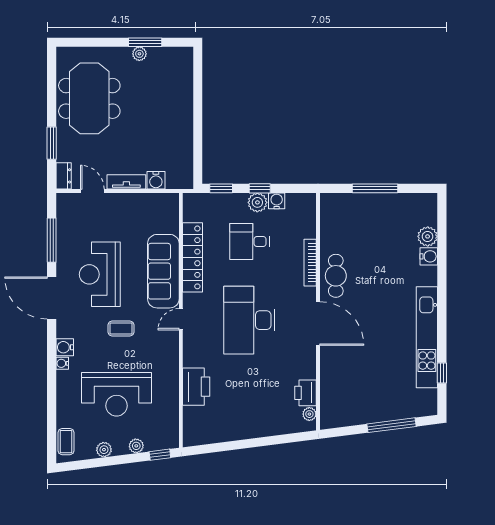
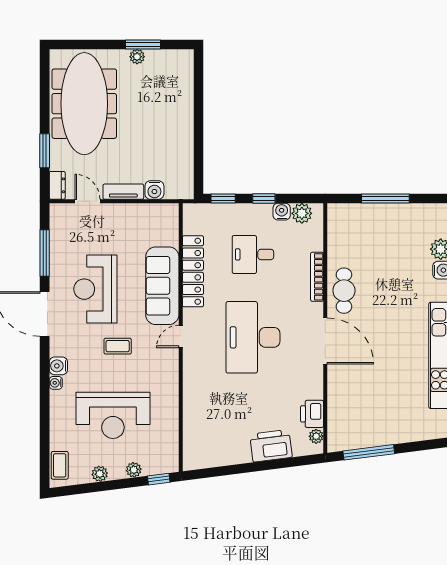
meeting table: (89, 98) -> (84, 104), width x1.36
plant: (257, 202) -> (302, 213), moved
printer: (196, 387) -> (271, 446), moved, turned -97
window: (392, 425) -> (369, 452), moved

